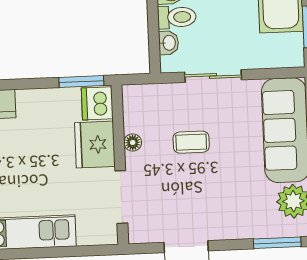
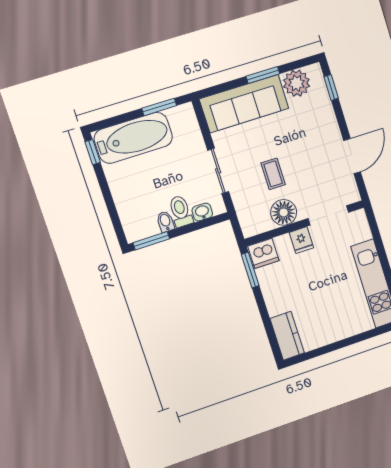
floor lamp: (133, 143) -> (284, 212), width x1.89, depth x1.89
fridge: (95, 145) -> (301, 240), width x0.53, depth x0.75
window: (277, 243) -> (331, 87), width x0.67

